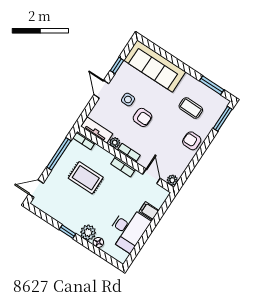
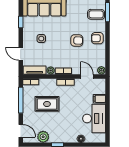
door: (101, 89) -> (21, 54), moved
coffee table: (191, 108) -> (96, 14), moved
armchair: (142, 117) -> (77, 40), moved
door: (36, 189) -> (21, 131), swing flipped
plant: (88, 232) -> (43, 137), moved

